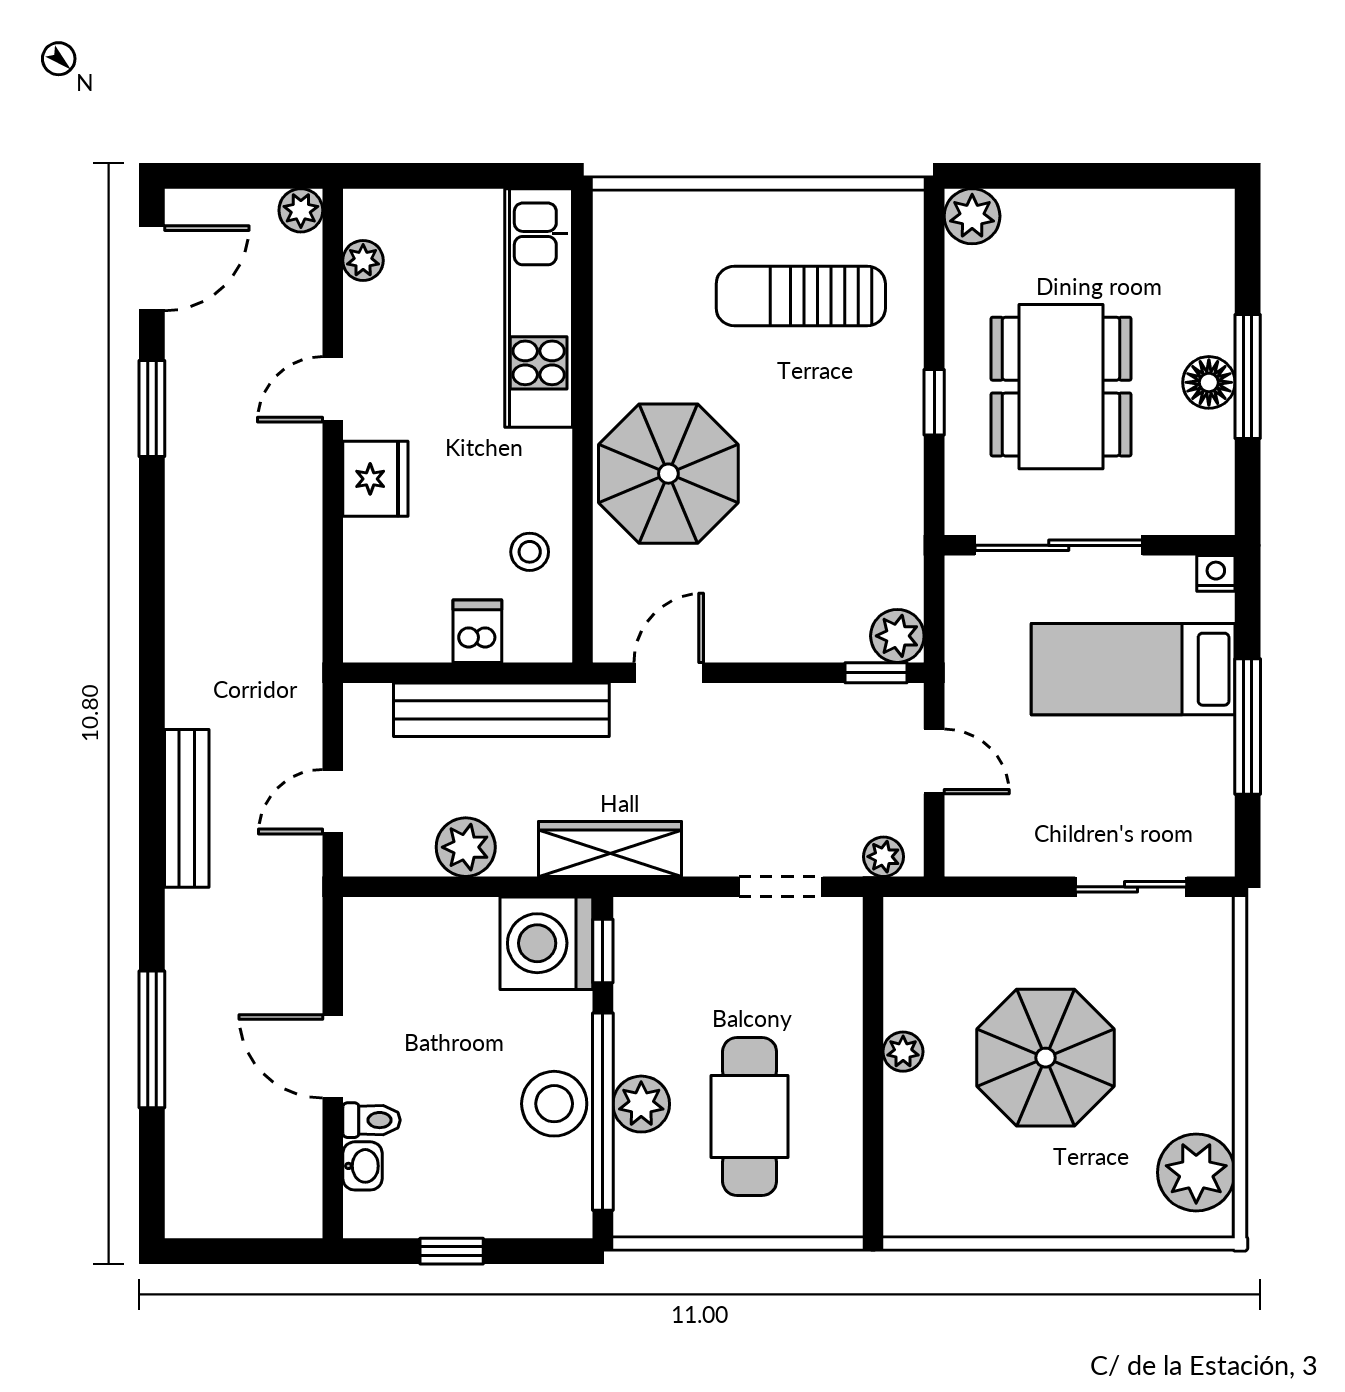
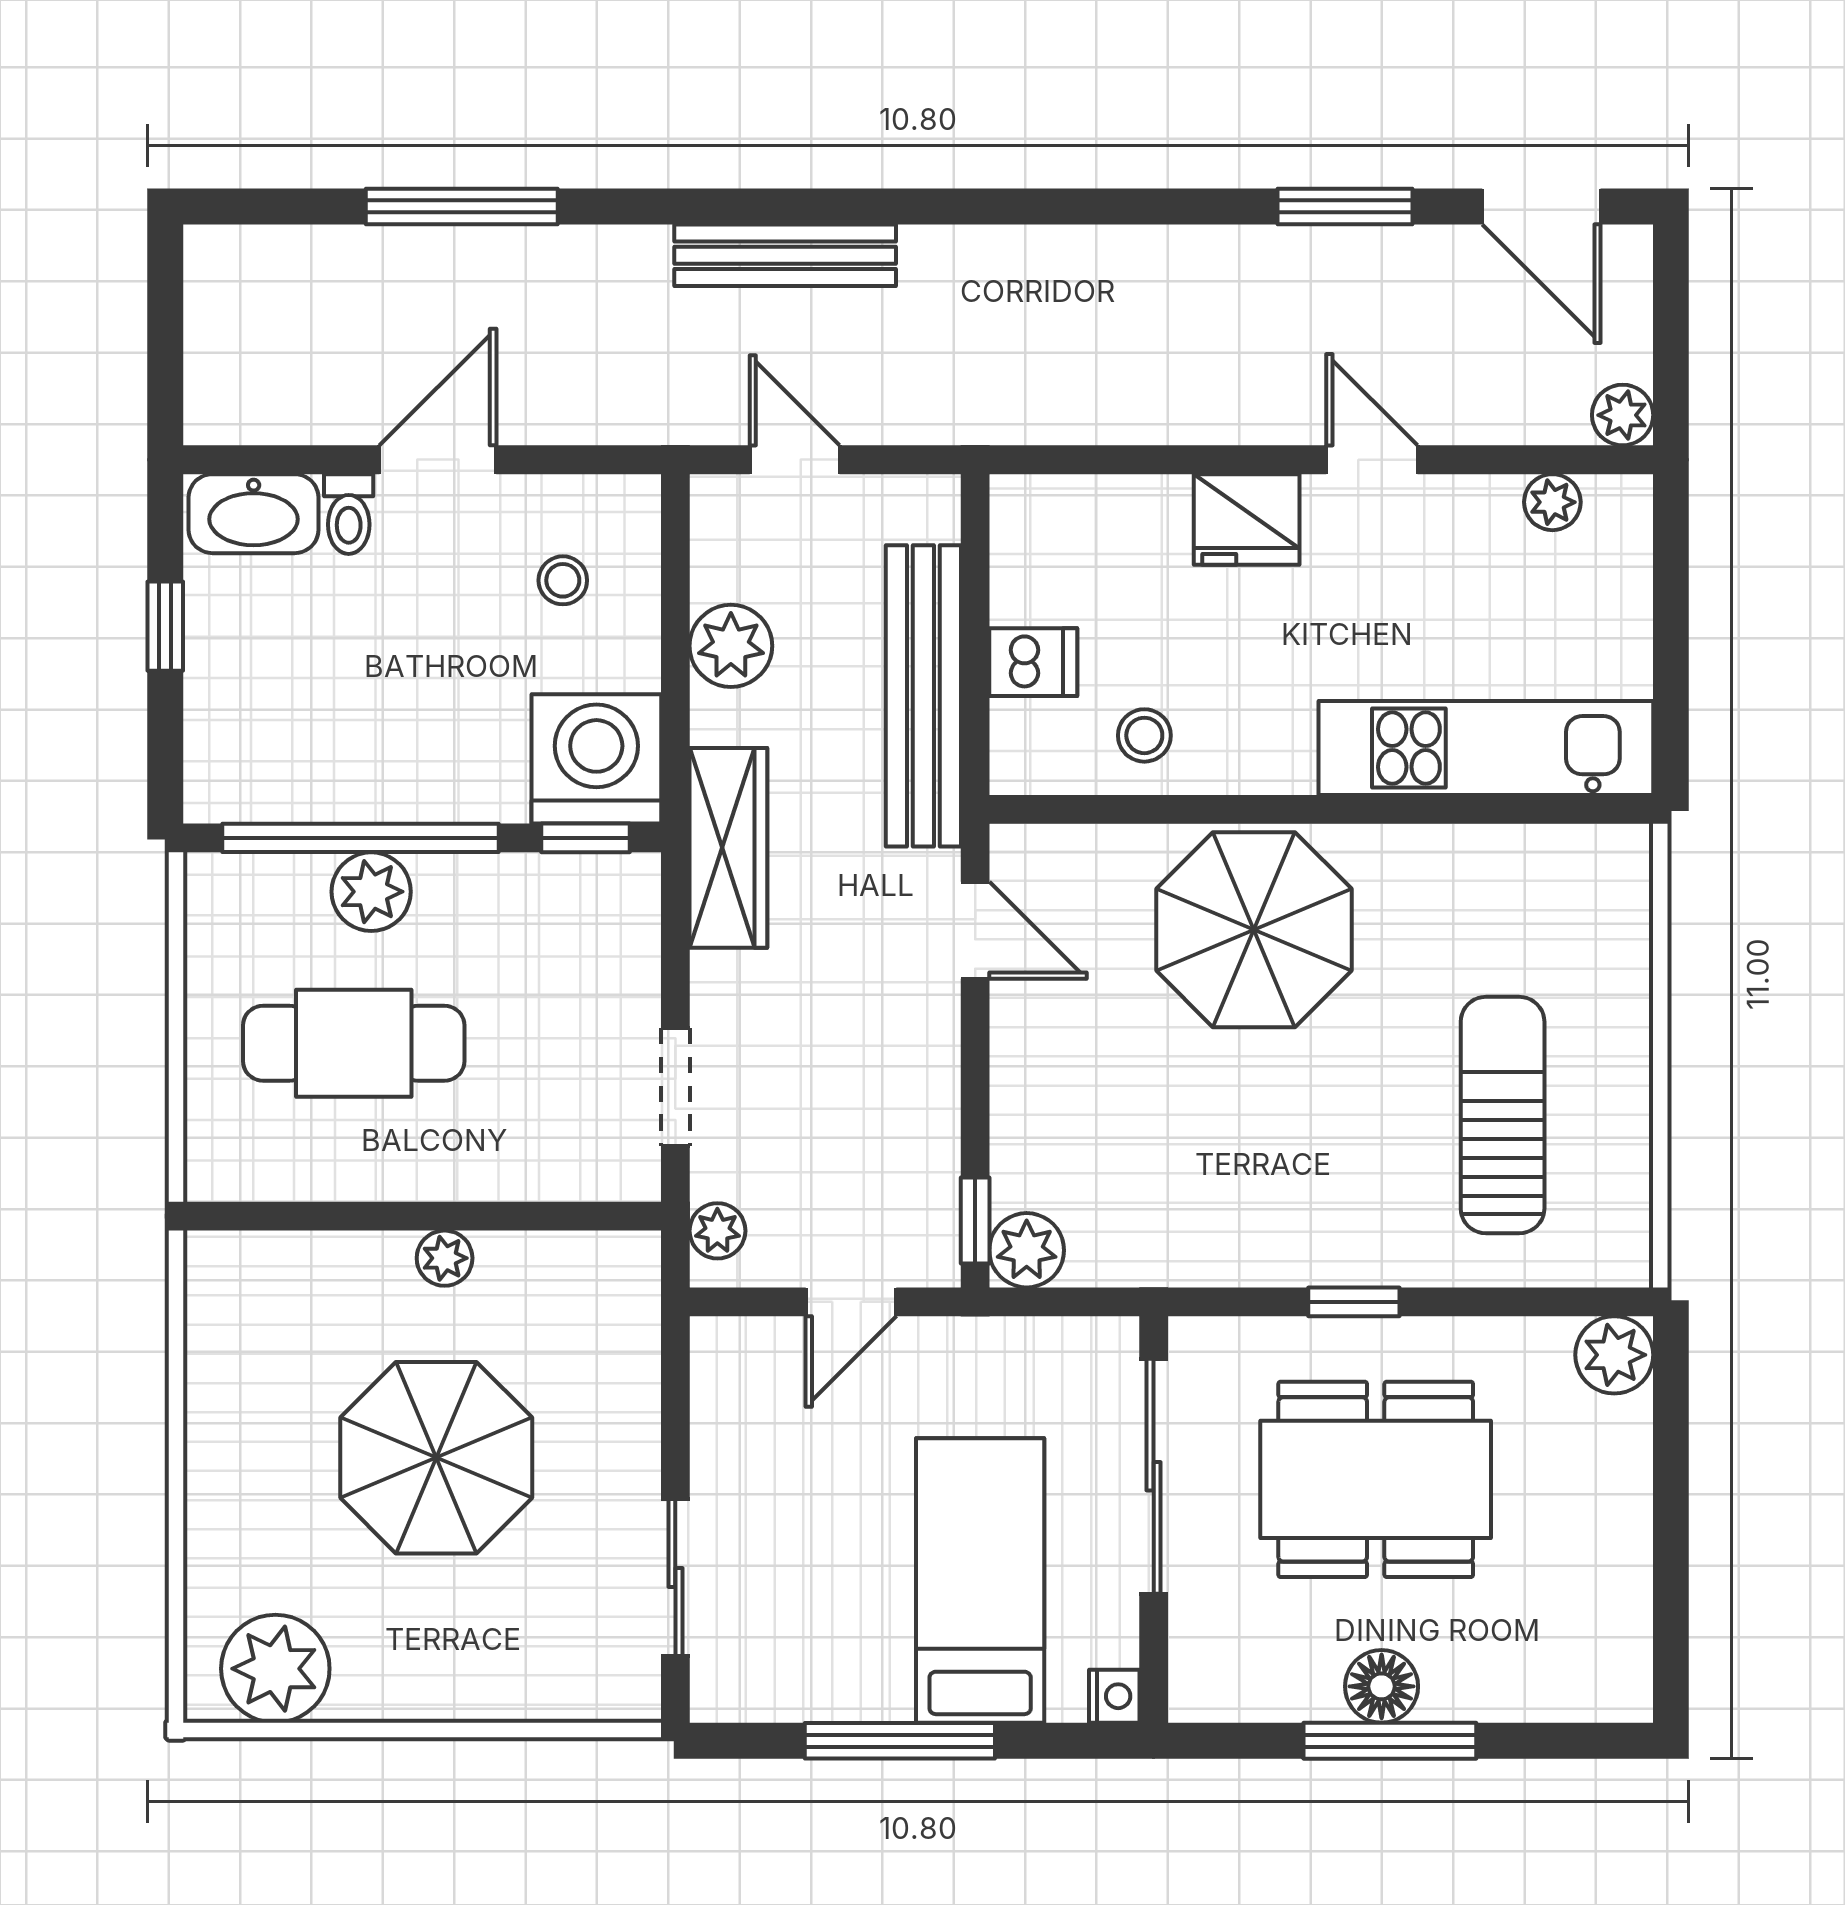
stool: (554, 1104) -> (563, 580), moved, width x0.53, depth x0.53
washbasin: (363, 1166) -> (254, 514), width x1.91, depth x1.45

